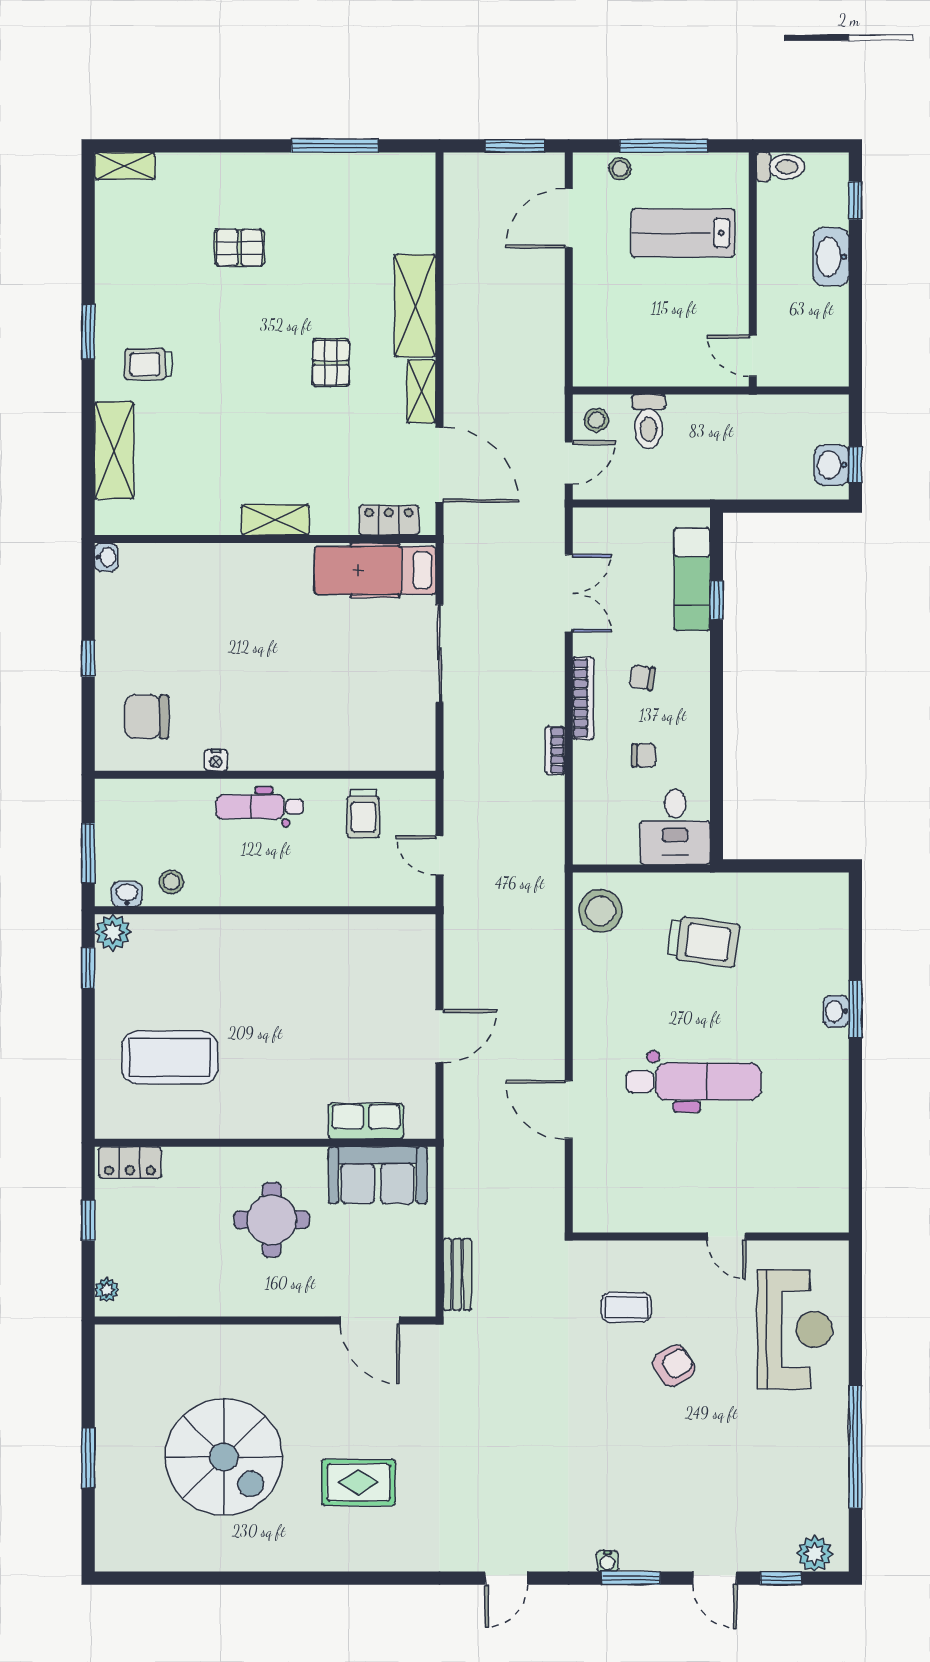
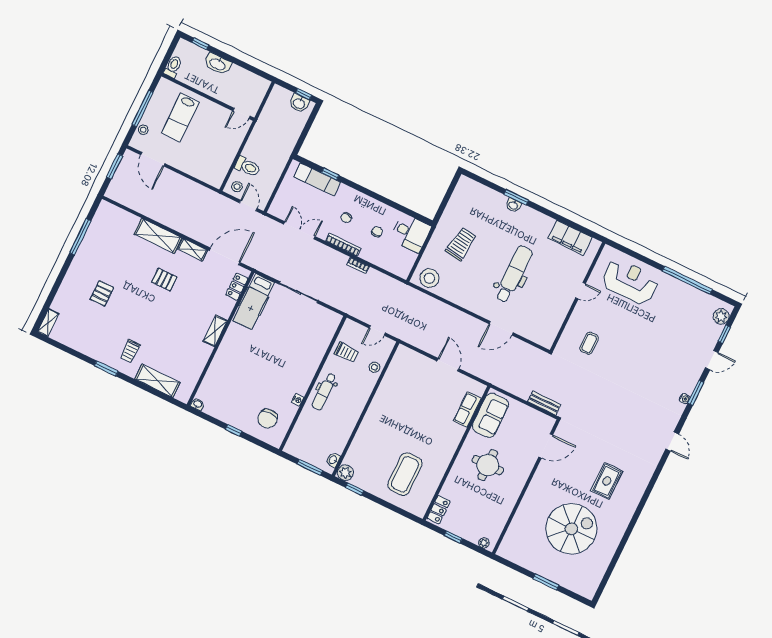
stool: (171, 882) -> (374, 367), moved
filing cabinet: (825, 1161) -> (570, 238), added
armchair: (674, 1366) -> (621, 336), removed

